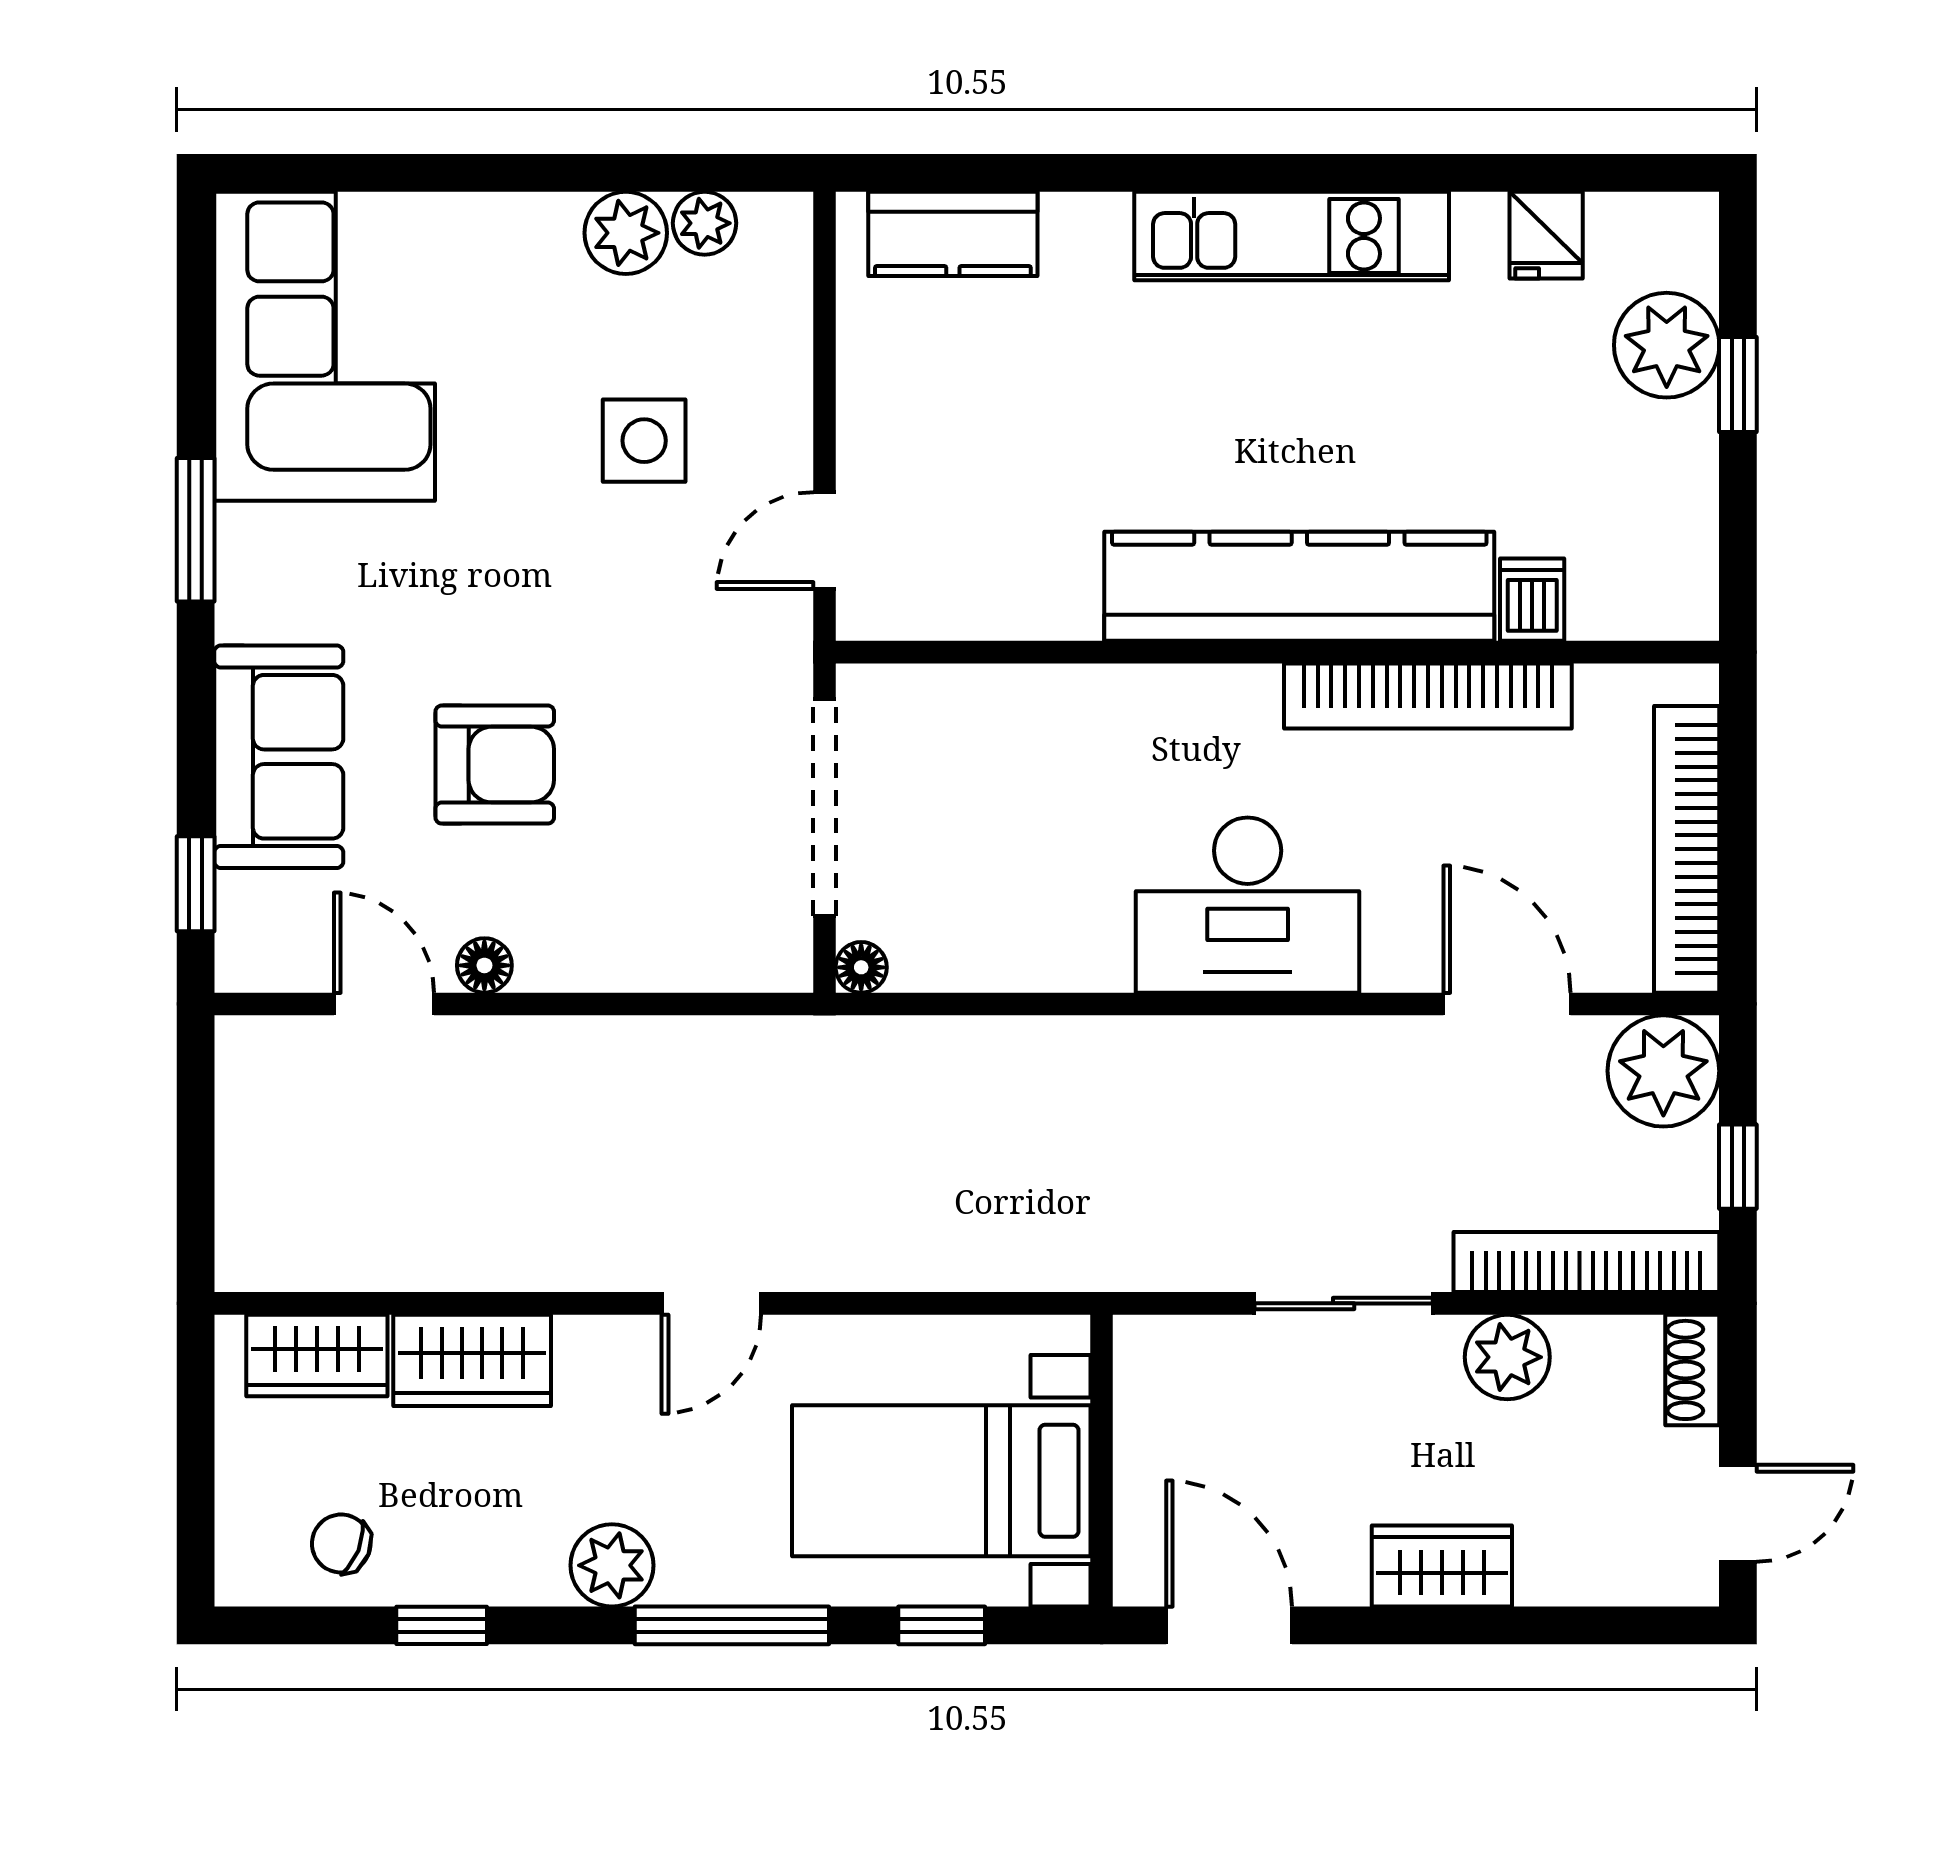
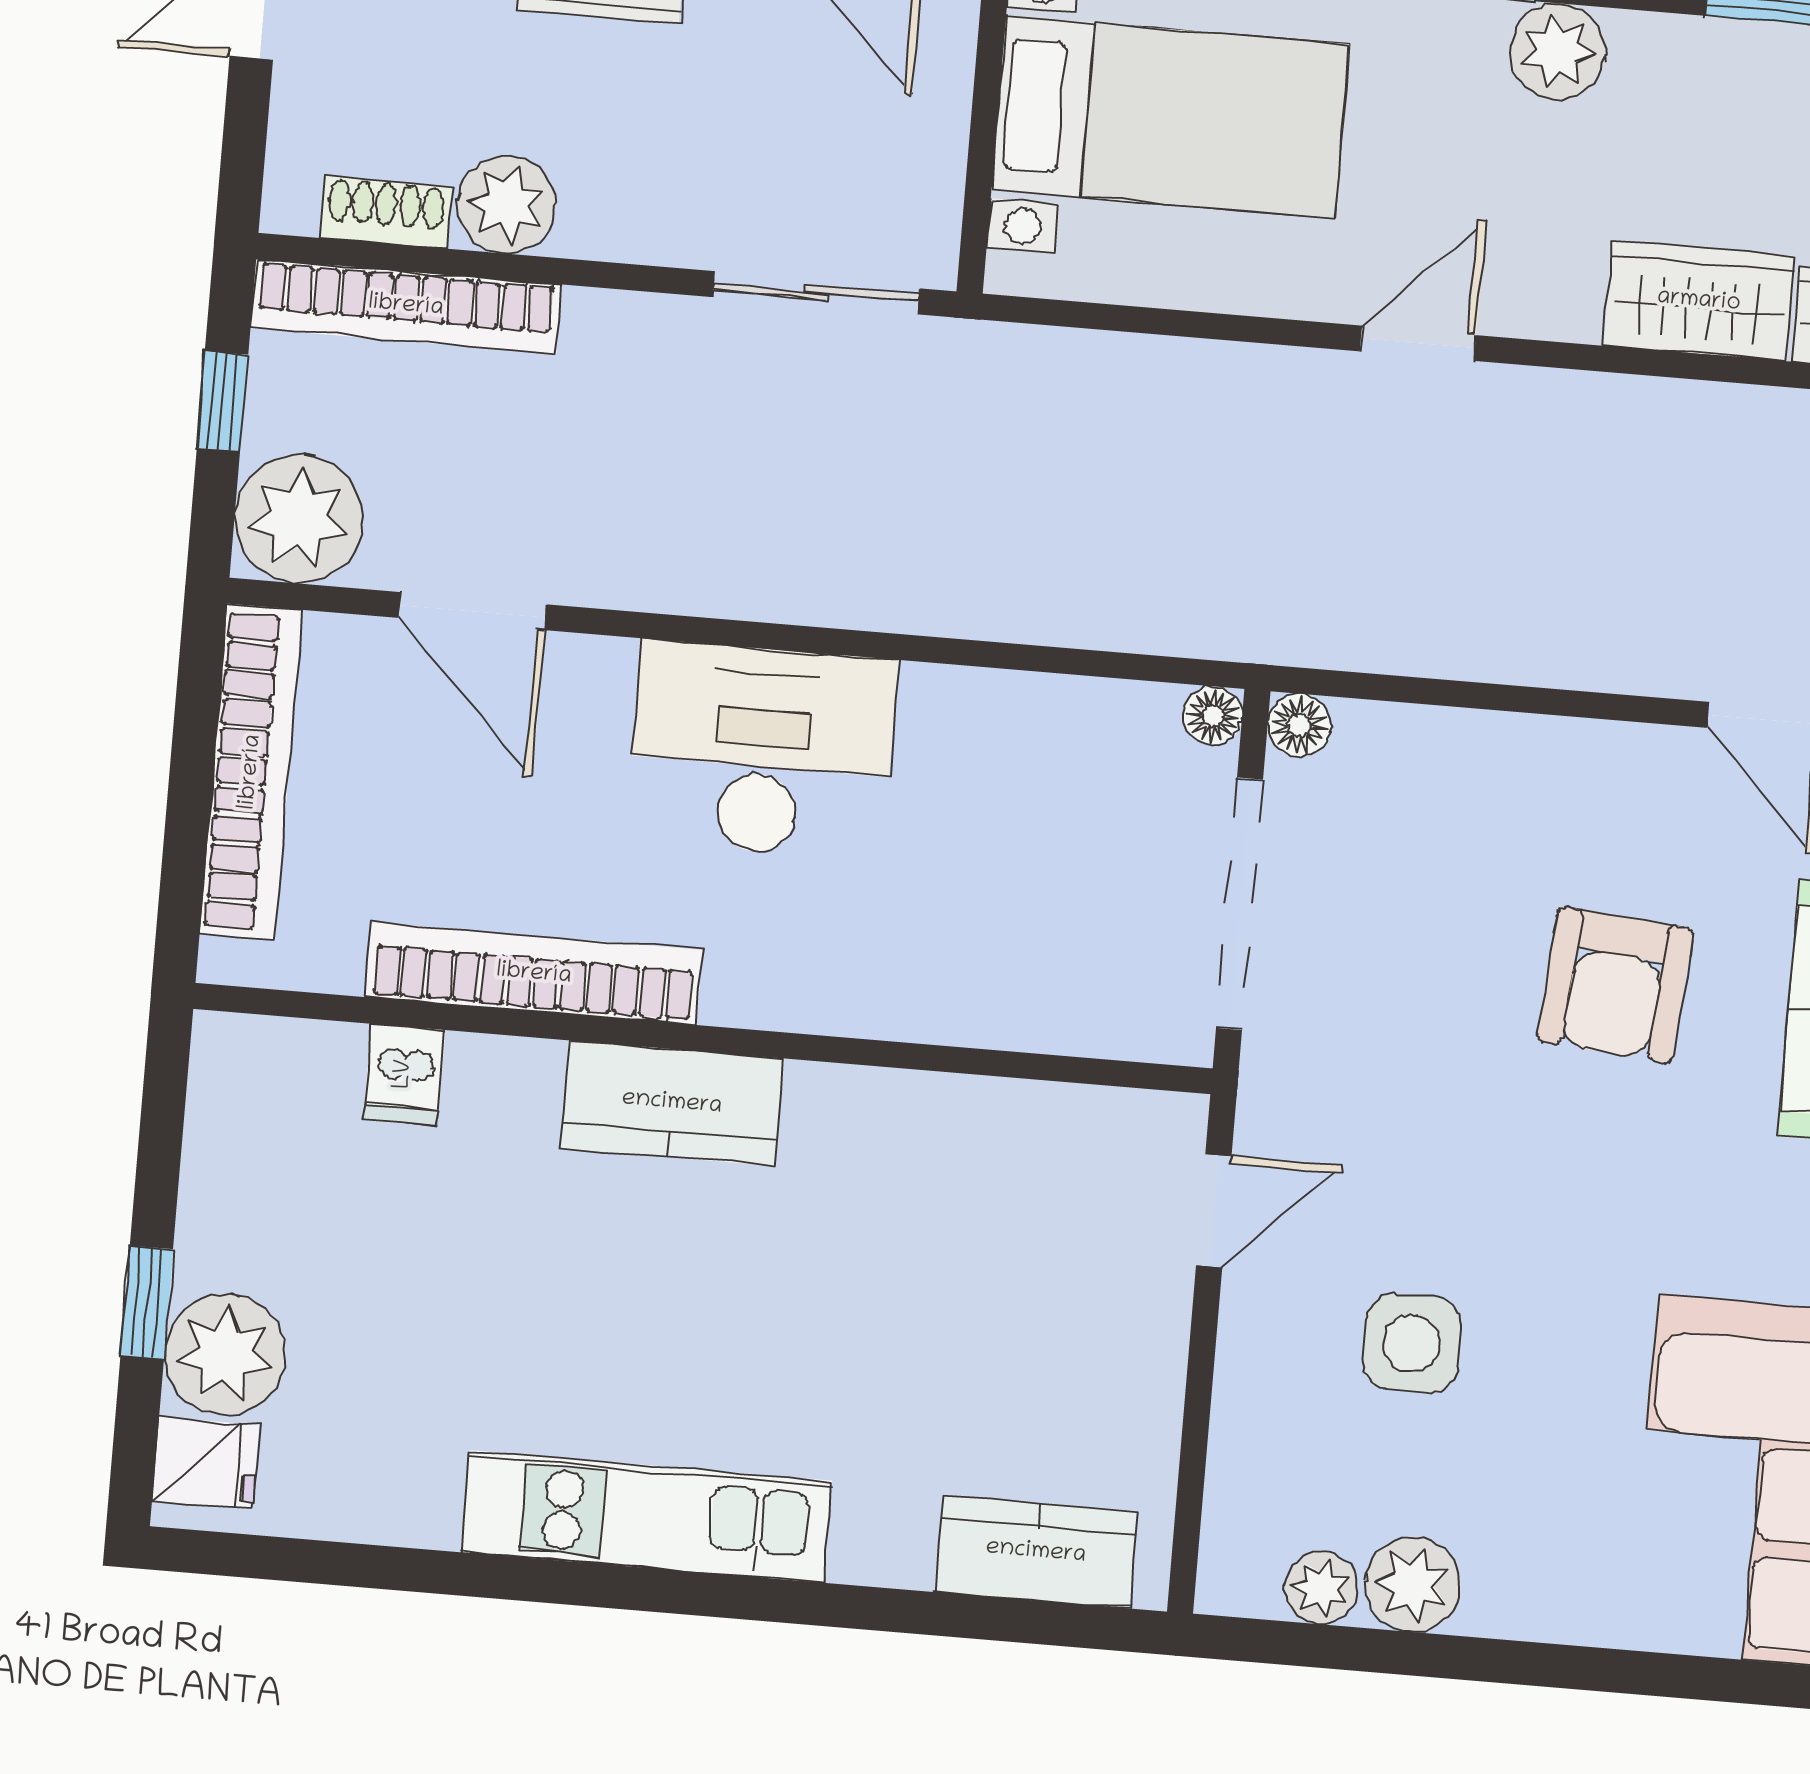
fridge: (1546, 235) -> (205, 1463), moved, turned 90
kitchen counter: (1299, 586) -> (672, 1103), width x0.48, depth x0.86
armchair: (495, 765) -> (1615, 985), turned -85
floor lamp: (484, 965) -> (1299, 725), moved
sliding door: (1344, 1303) -> (816, 293), moved
shoe rack: (1692, 1370) -> (386, 212), moved, turned -90

